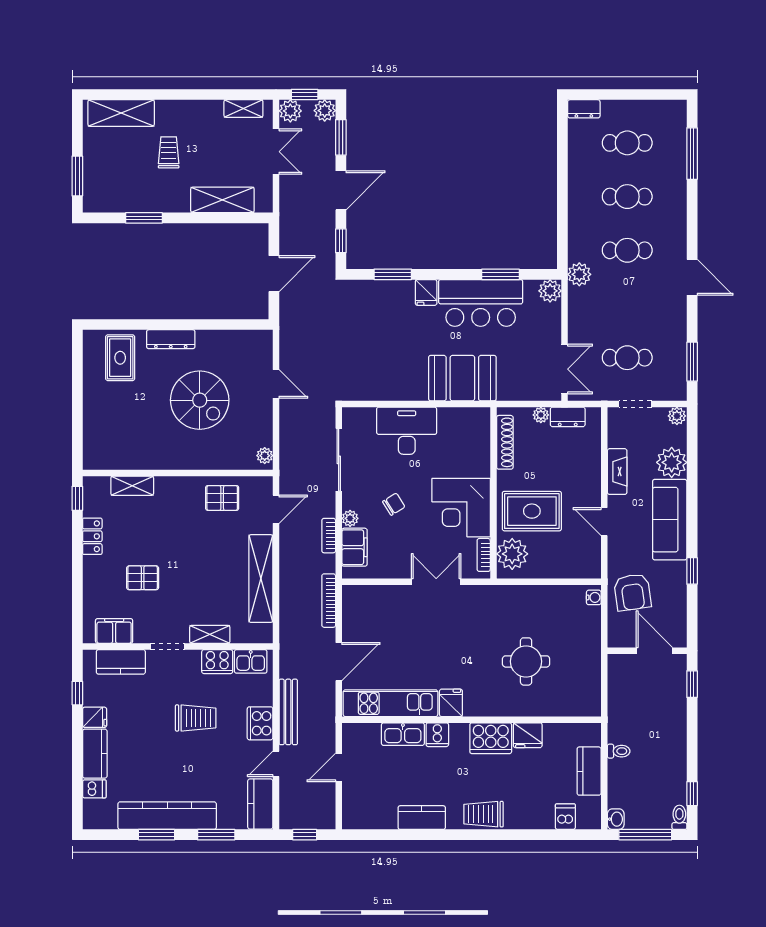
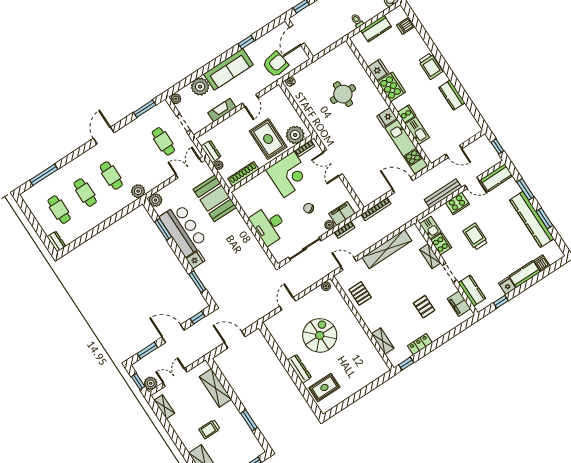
plant: (325, 111) -> (139, 367), removed
booth: (462, 378) -> (215, 198), moved

